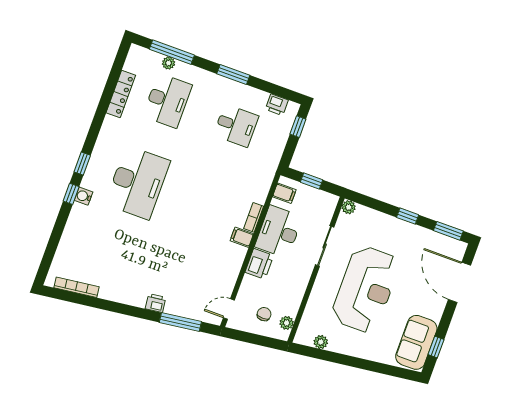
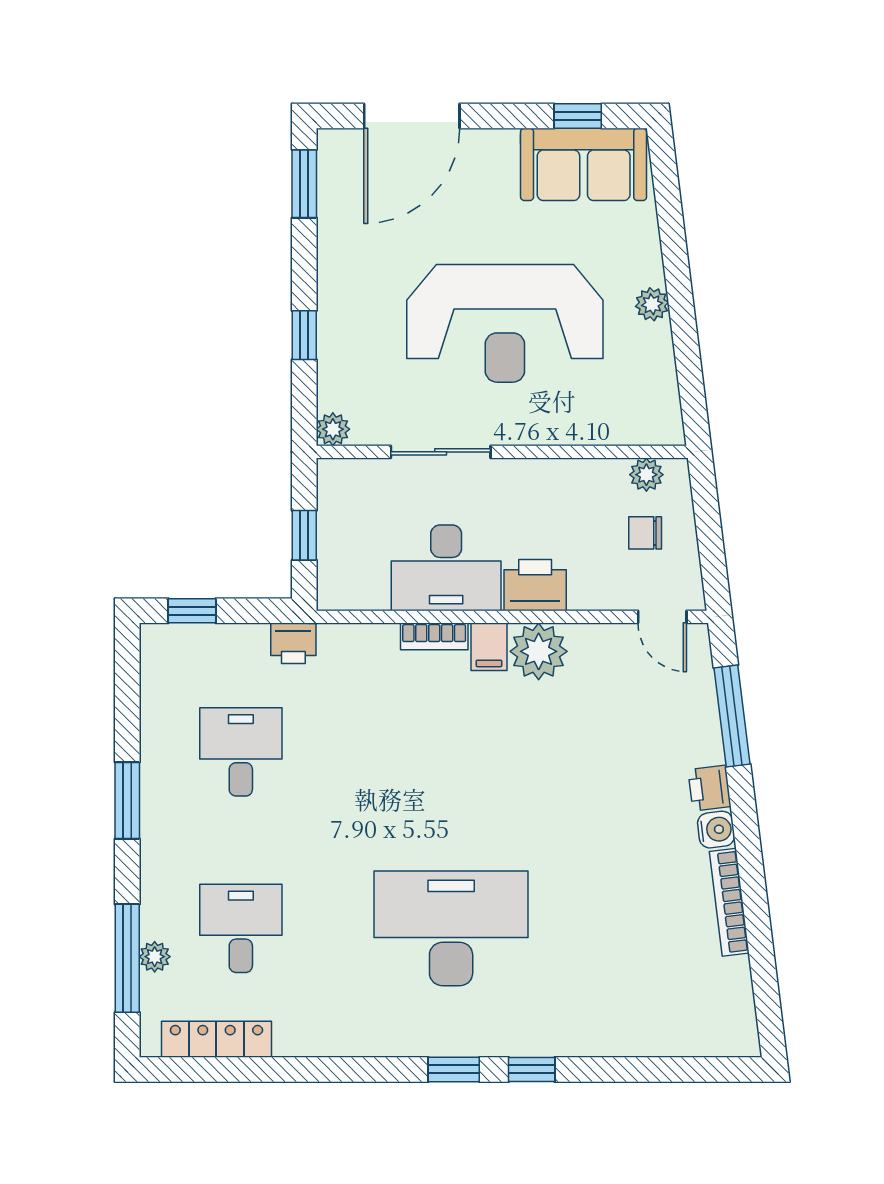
locker: (121, 94) -> (216, 1039), moved
desk: (167, 101) -> (241, 928), width x0.73
printer: (277, 105) -> (293, 643), moved, turned 90
filing cabinet: (284, 193) -> (354, 587), removed
water cooler: (83, 196) -> (716, 830), moved, turned -97
window: (408, 216) -> (304, 335), moved
plant: (233, 256) -> (539, 651), added
bookcase: (76, 287) -> (729, 902), moved
reception desk: (366, 289) -> (505, 323), turned 180
plant: (321, 342) -> (652, 304), moved

